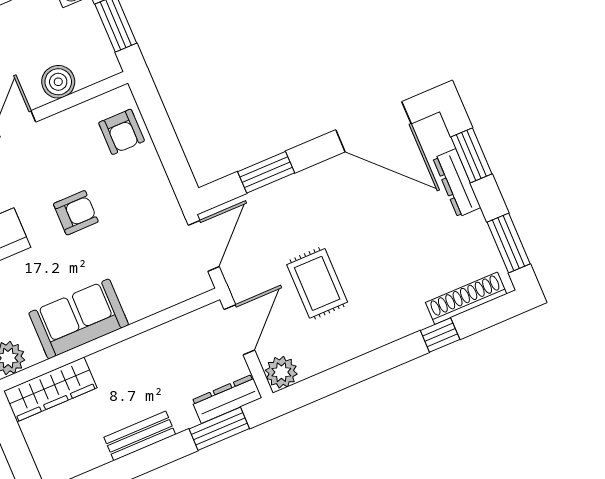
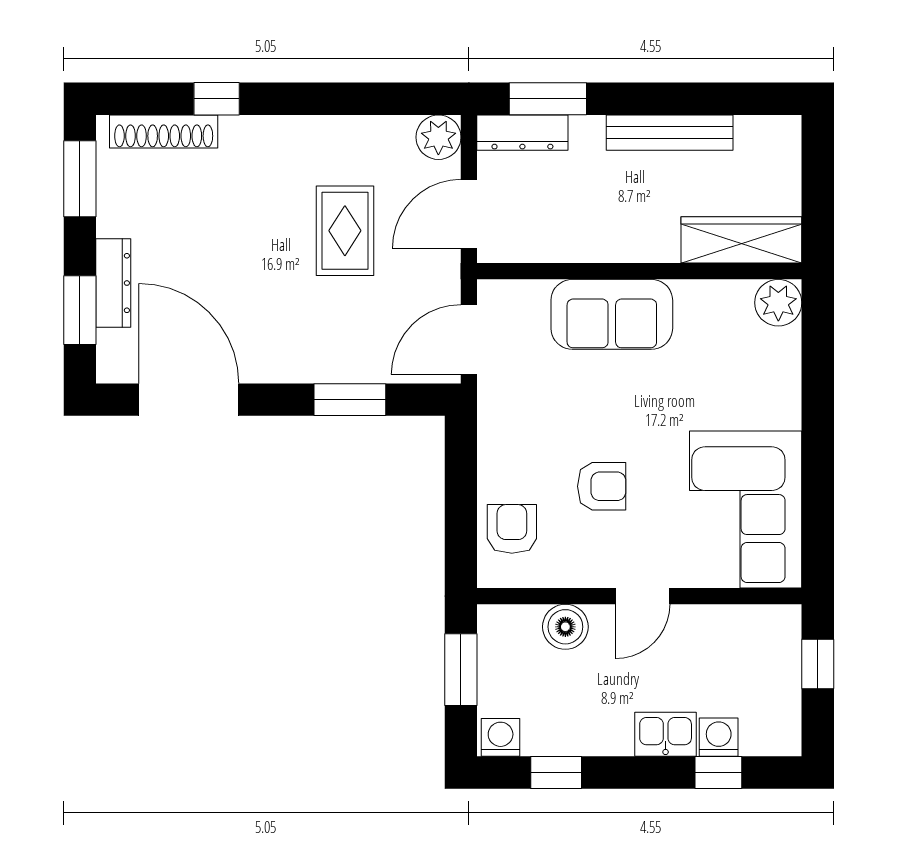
armchair: (76, 213) -> (602, 486), moved, turned 180
sofa: (79, 319) -> (612, 314), moved
bench: (140, 436) -> (670, 133), width x1.36

